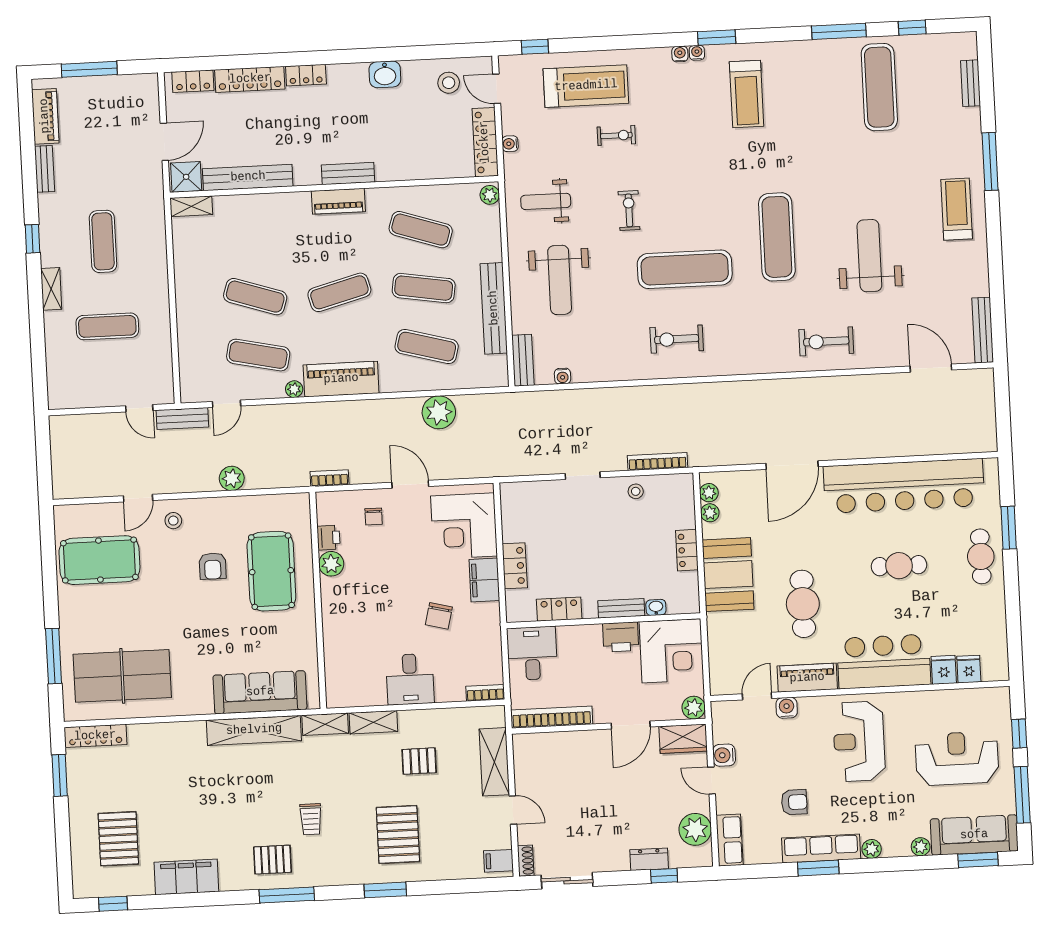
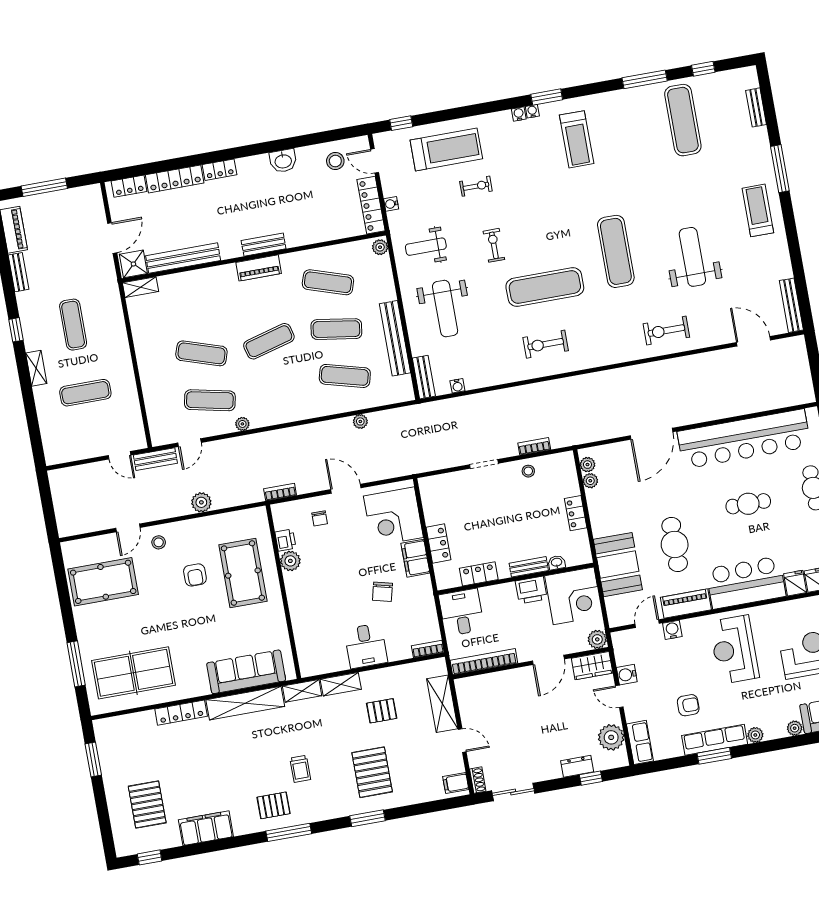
piano: (341, 379) -> (279, 411), removed
plant: (439, 412) -> (360, 421), width x0.53, depth x0.53
bookcase: (657, 462) -> (534, 446), width x0.64
booth: (728, 575) -> (618, 565), moved
locker: (95, 736) -> (181, 713), moved

